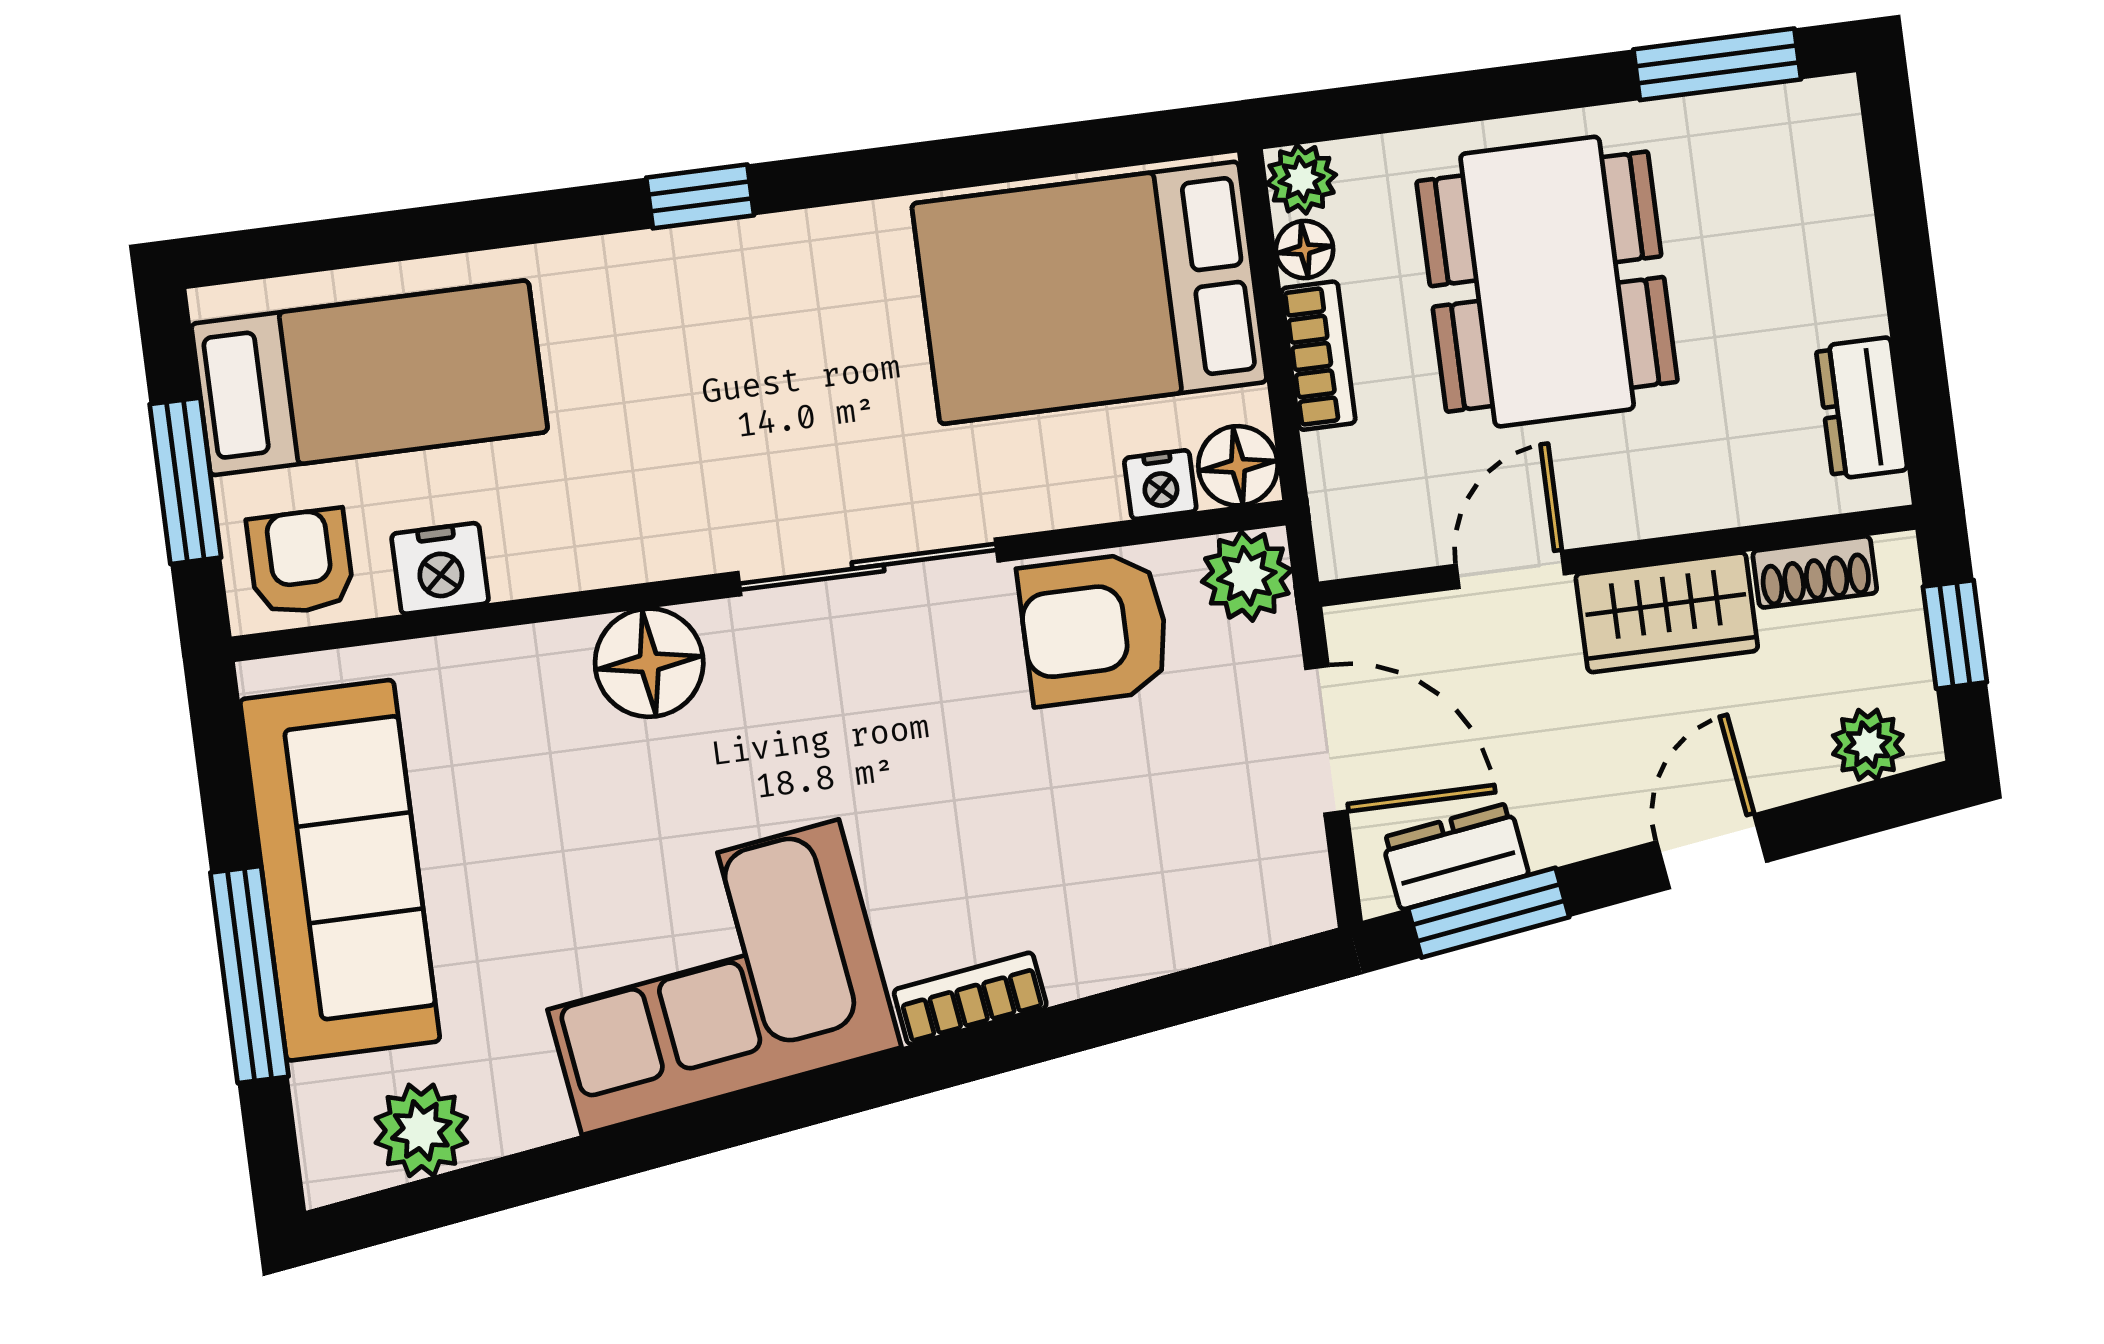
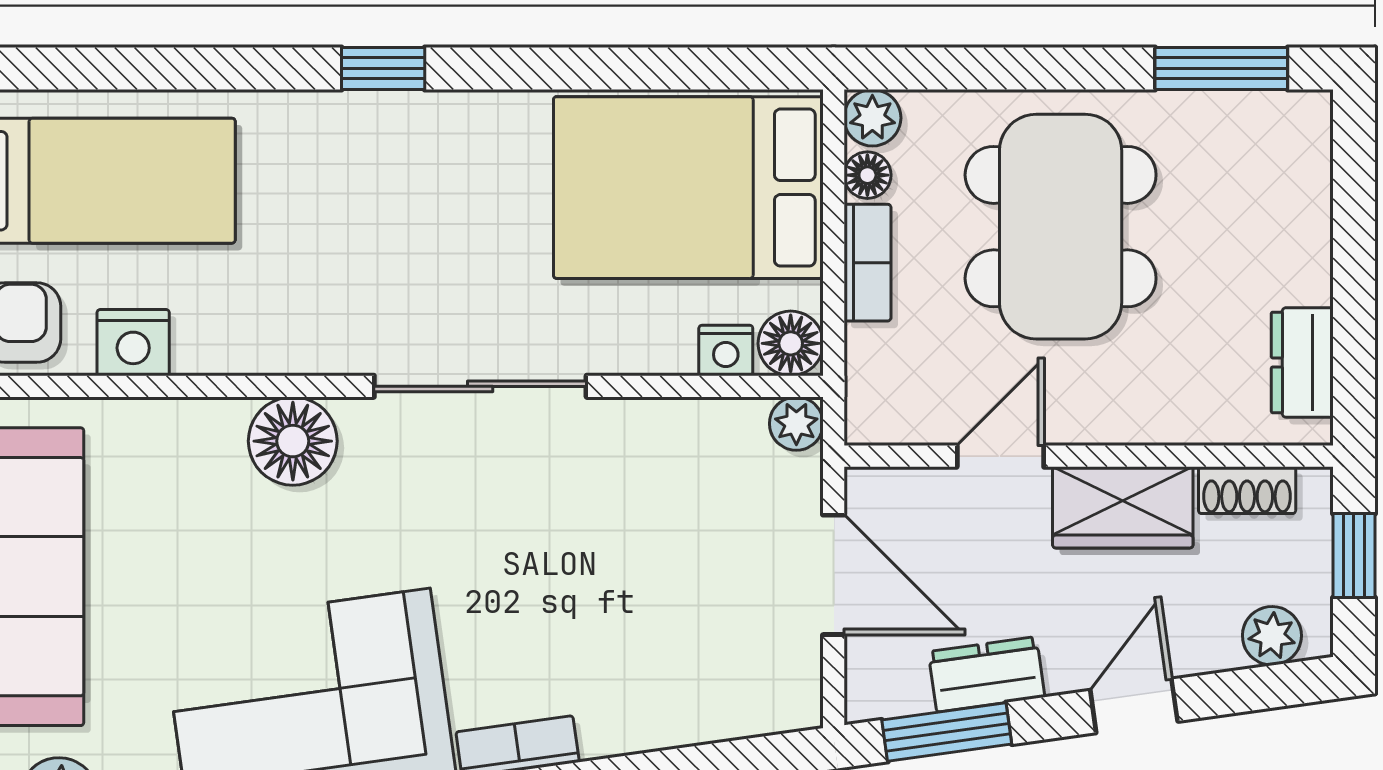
plant: (1247, 576) -> (796, 424), width x0.73, depth x0.73
armchair: (1094, 629) -> (657, 461), removed
dresser: (1455, 856) -> (987, 674), moved

